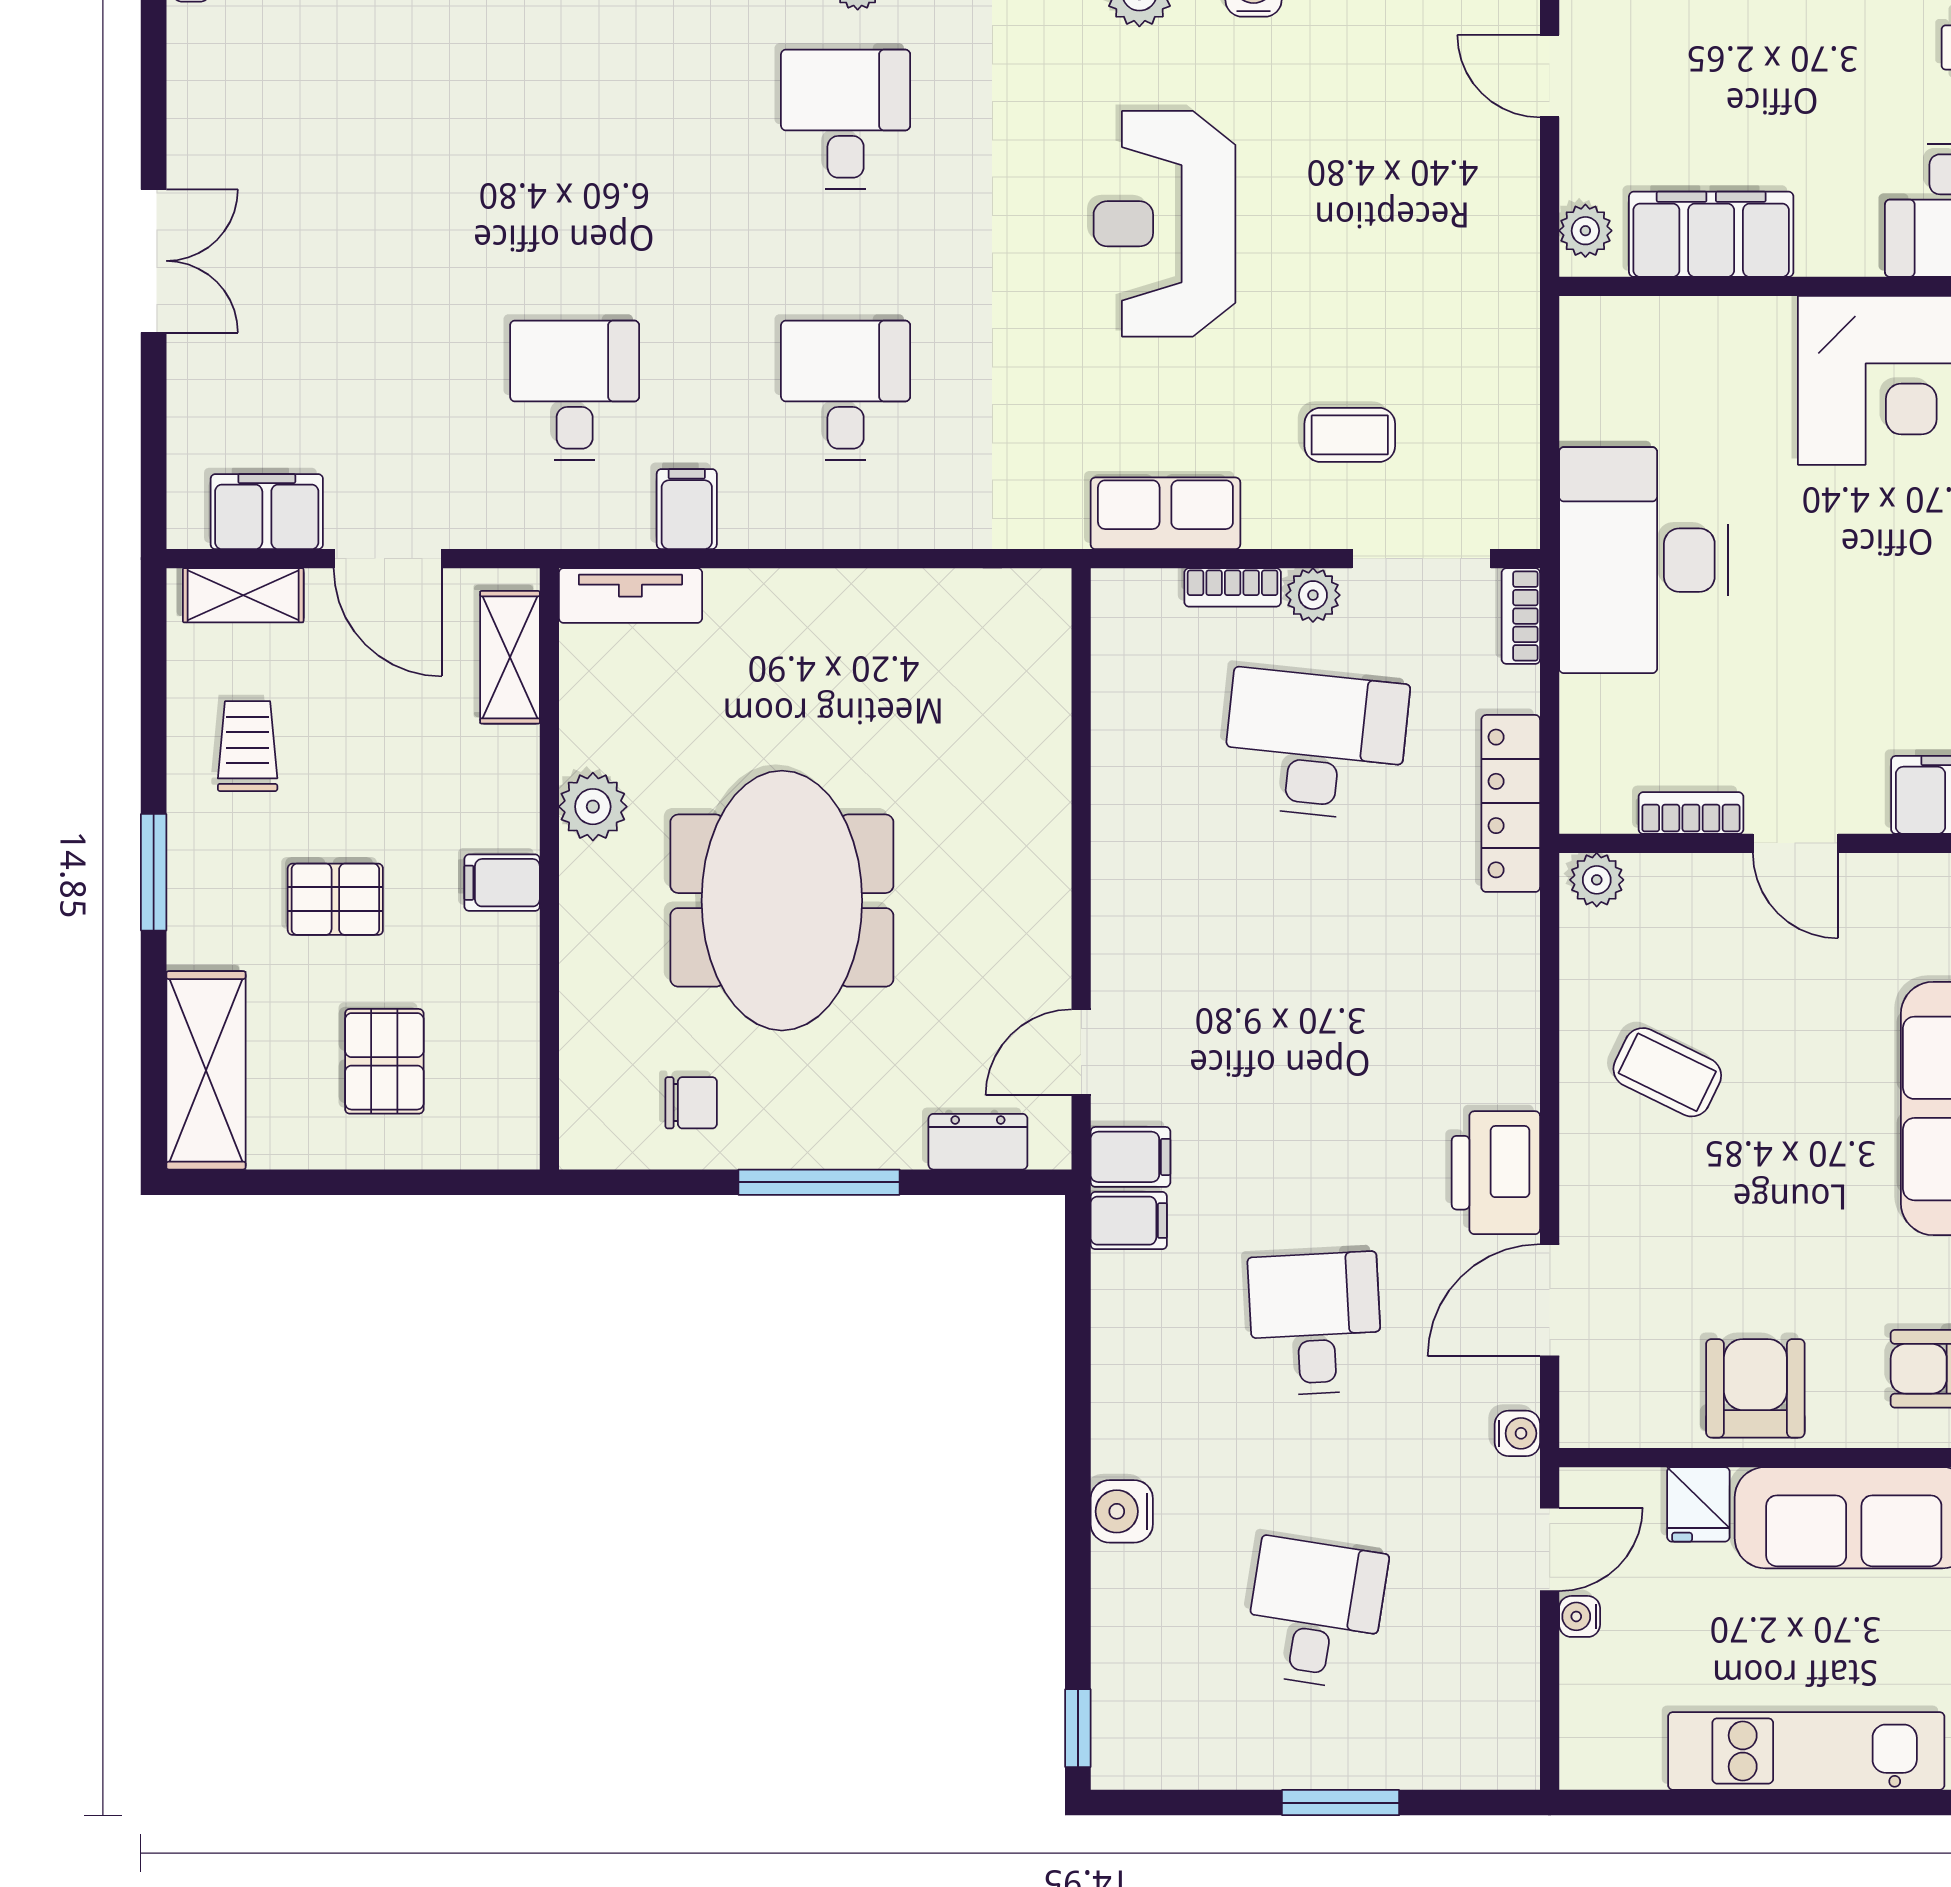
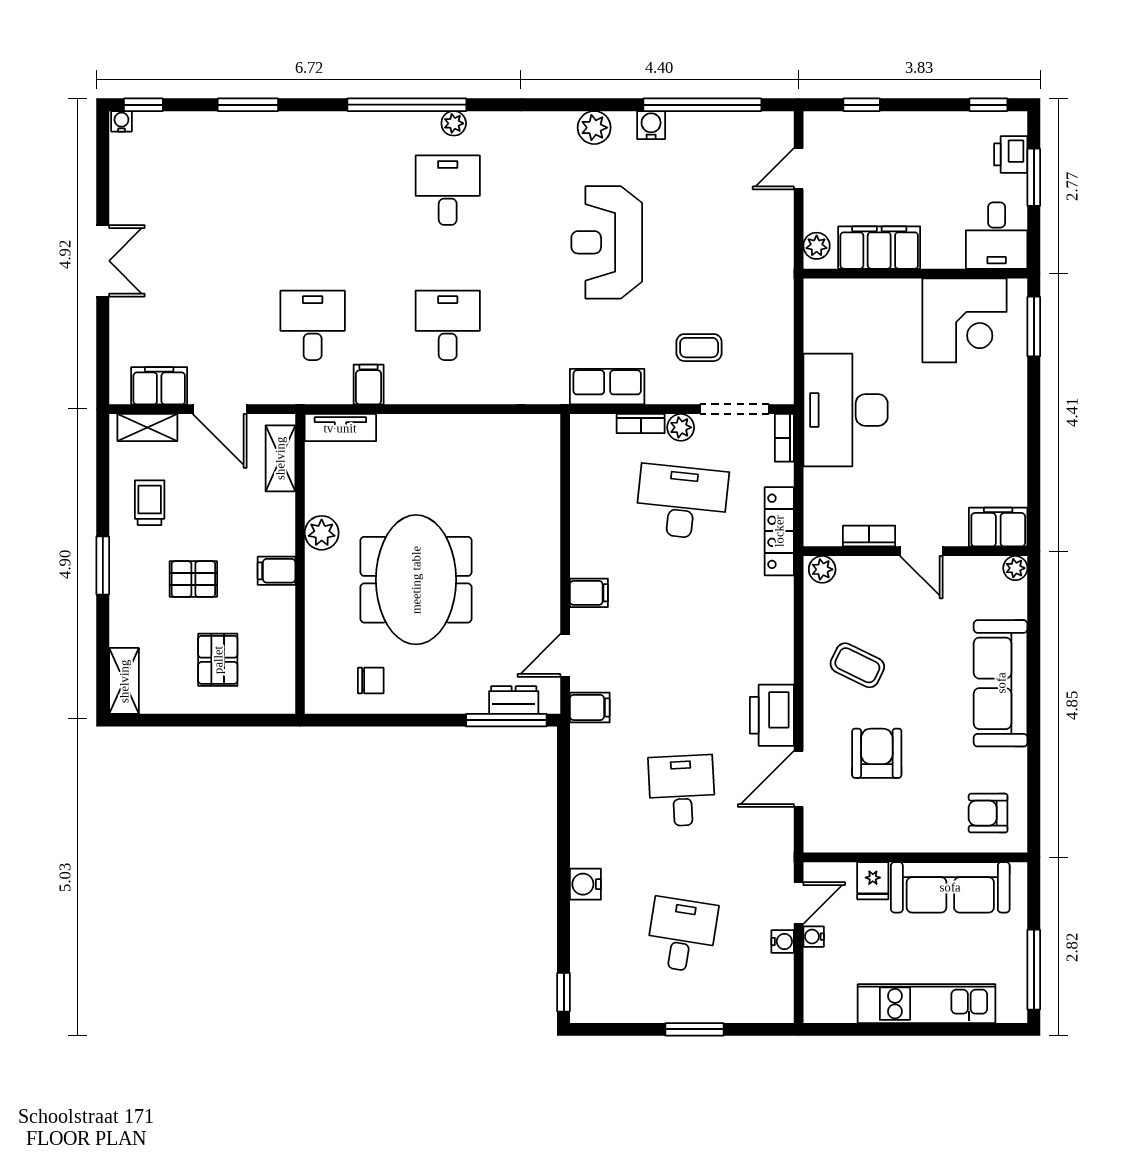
door: (1550, 76) -> (799, 169), hinge flipped
shelving: (206, 1070) -> (124, 681), width x0.67, depth x0.75
window: (819, 1182) -> (506, 720), moved
filing cabinet: (1129, 1221) -> (589, 593), moved
armchair: (1755, 1388) -> (877, 753), moved
water cooler: (1517, 1433) -> (783, 941), moved

